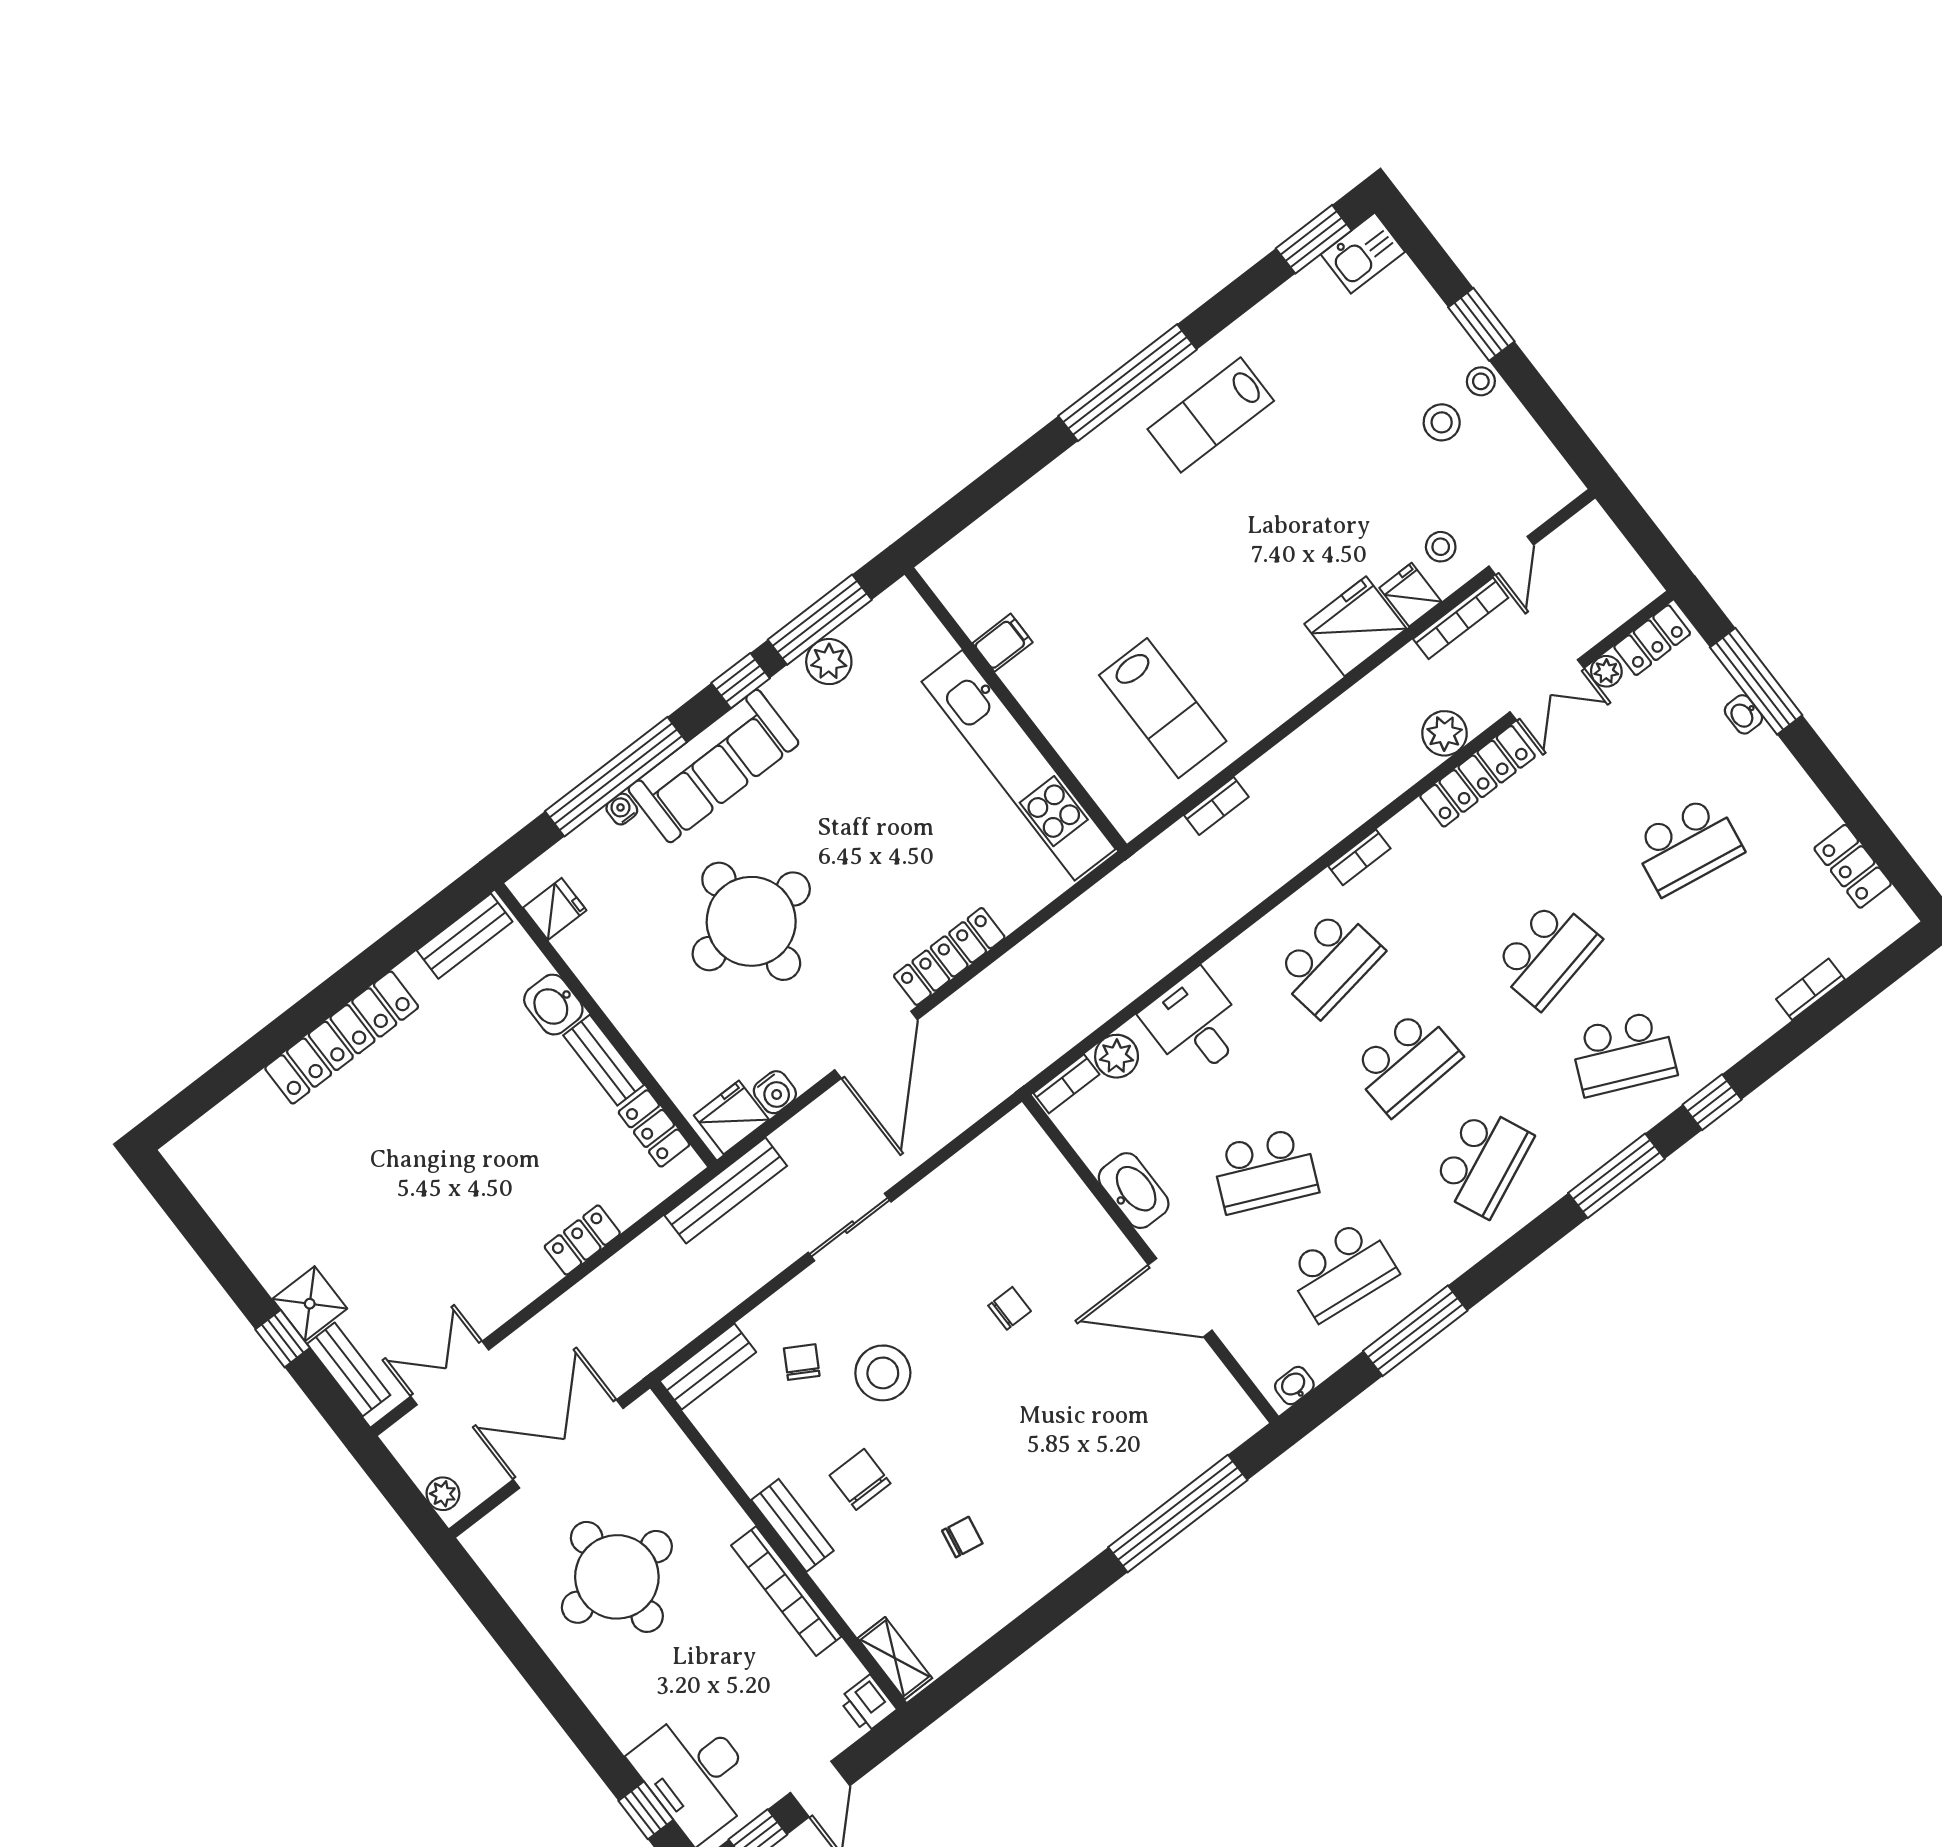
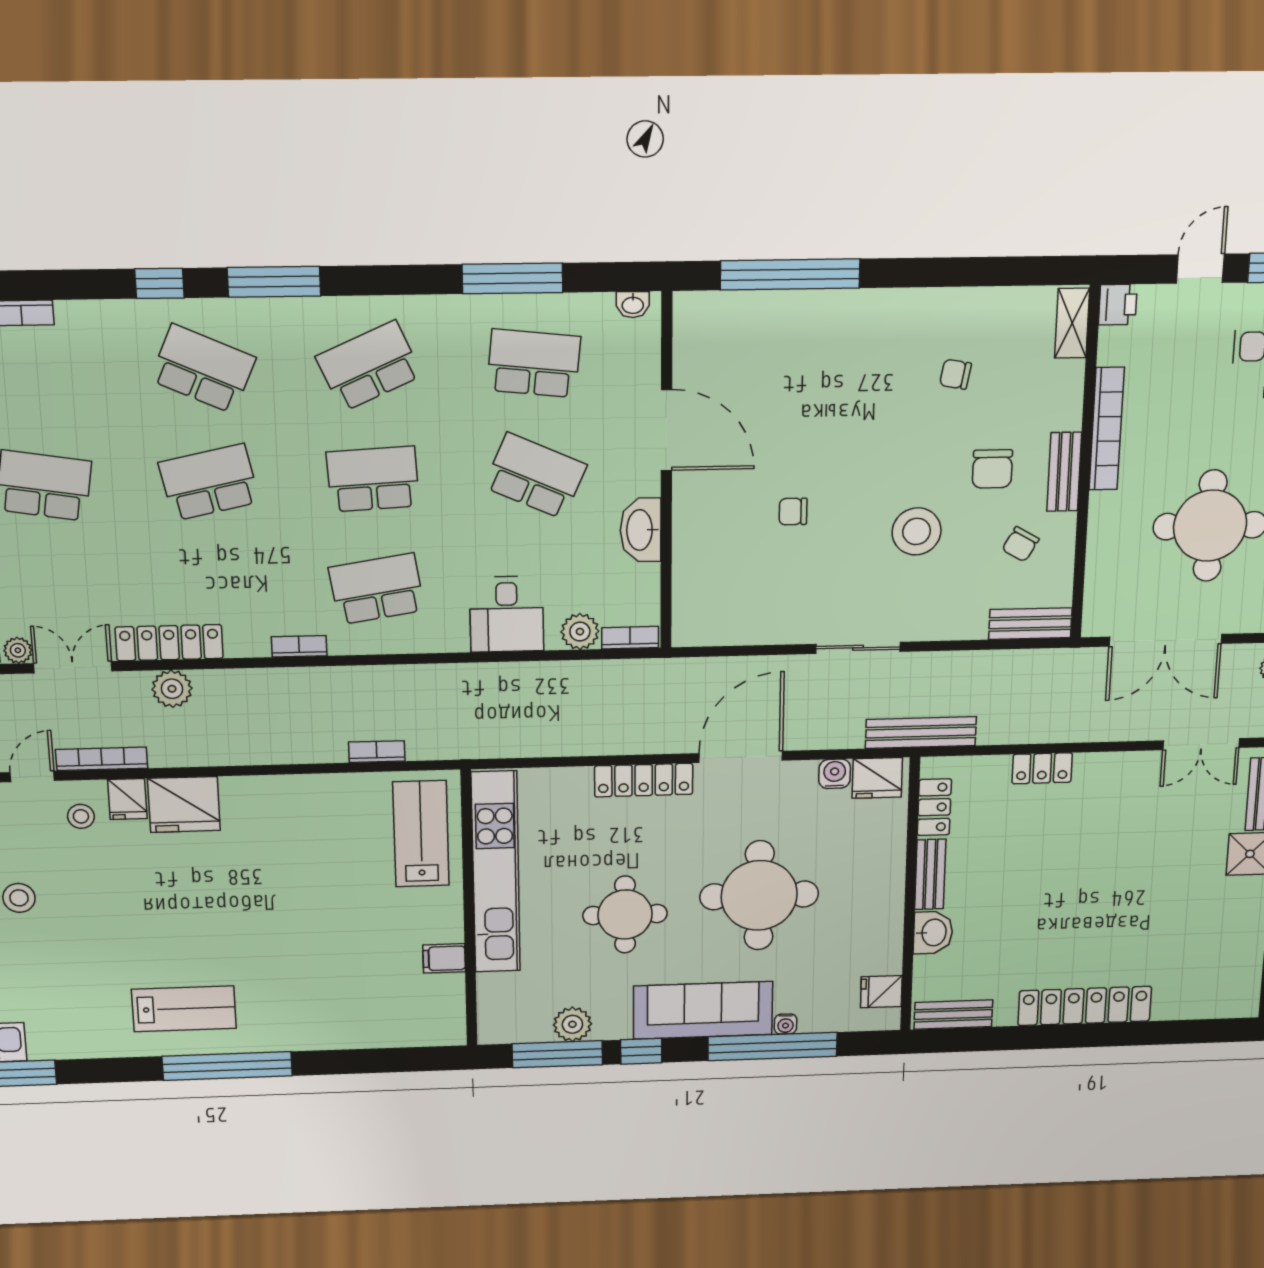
lab bench: (1163, 708) -> (421, 834), moved
round table: (864, 810) -> (625, 915), added
chair: (802, 1362) -> (1020, 544), moved

